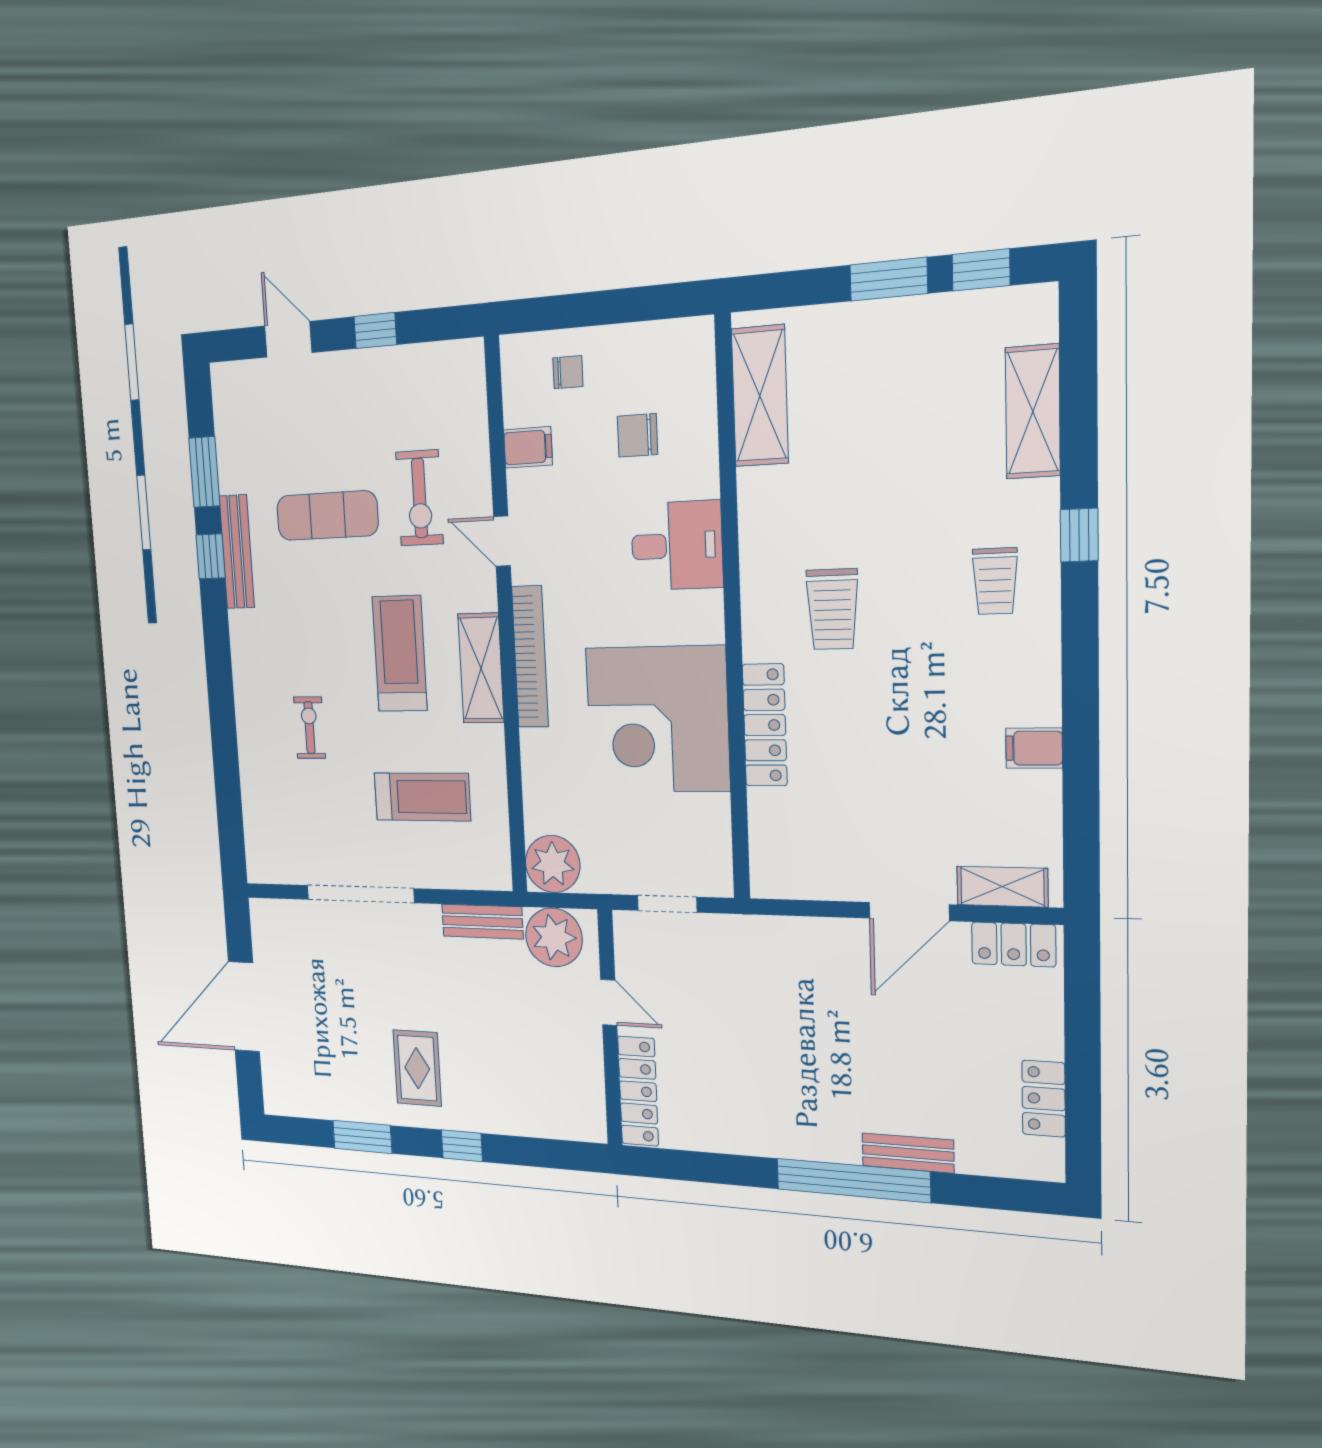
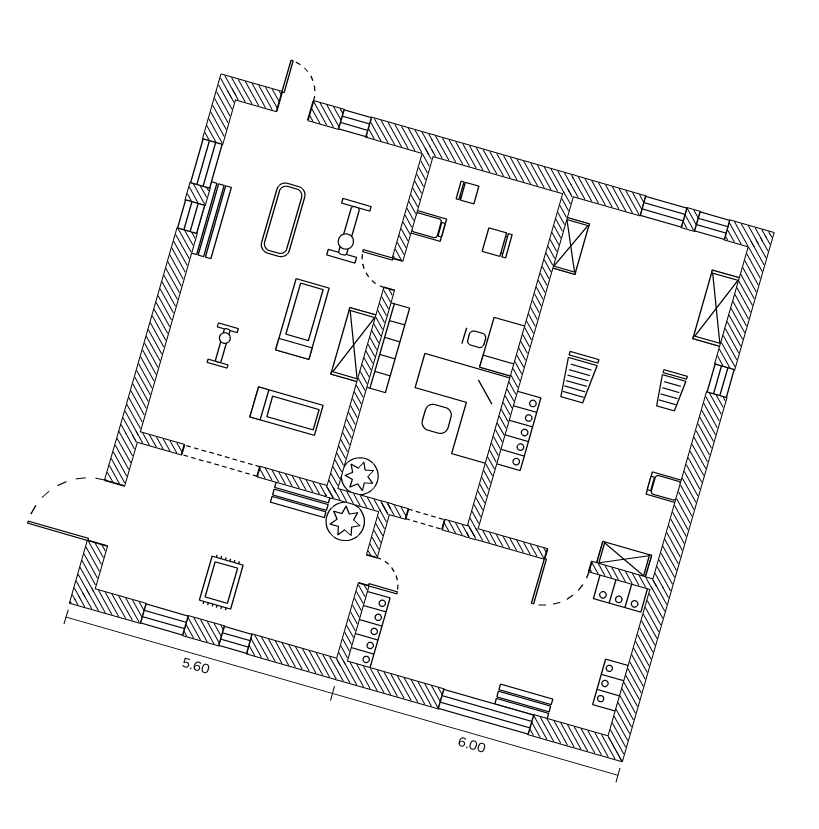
shelving: (760, 396) -> (571, 246), width x0.67, depth x0.75
exercise mat: (327, 516) -> (283, 220), turned 90
desk: (677, 546) -> (491, 343), moved

